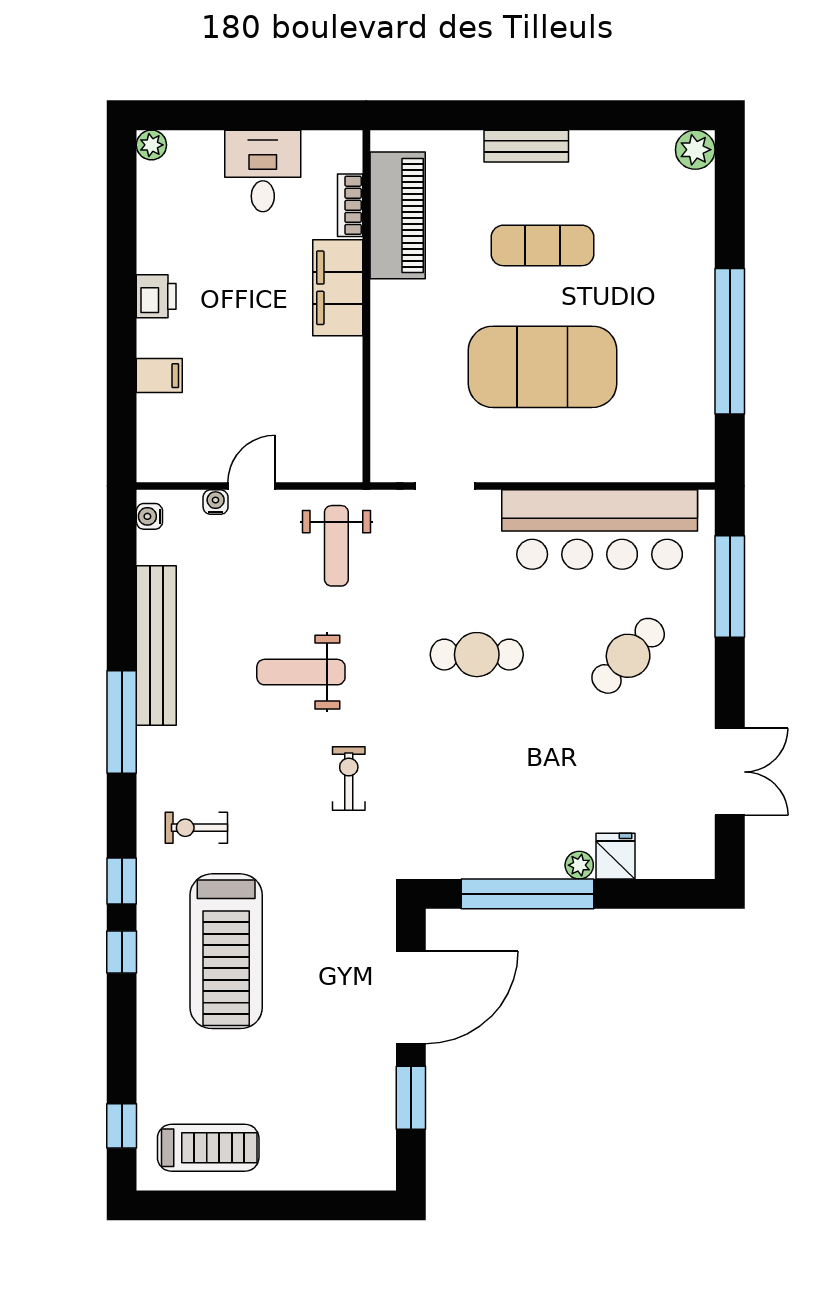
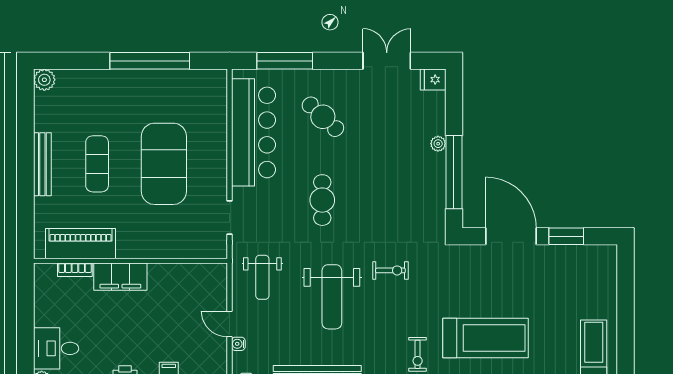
bench: (526, 146) -> (42, 164), width x1.36
desk: (263, 171) -> (56, 348), moved
weight bench: (336, 546) -> (262, 277), turned 90
weight bench: (301, 672) -> (332, 297), width x1.36, depth x1.33
exercise bike: (349, 779) -> (390, 270), turned 180
fridge: (616, 856) -> (433, 80), moved

